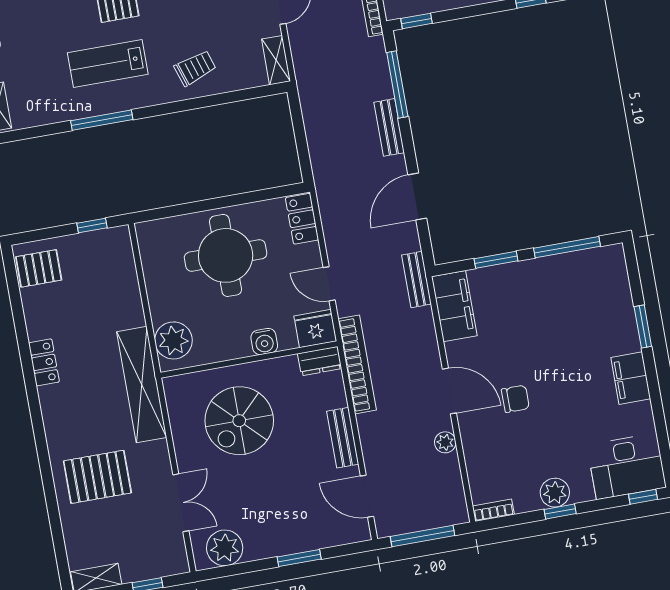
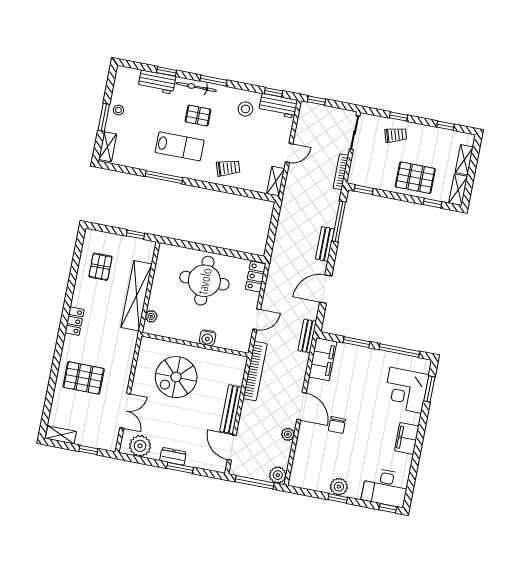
lab bench: (108, 64) -> (180, 146), turned 180
pallet: (39, 268) -> (100, 267), moved, turned 90
door: (329, 284) -> (257, 319), swing flipped
corner desk: (601, 304) -> (406, 390), added
window: (643, 327) -> (429, 389), moved
fridge: (315, 329) -> (239, 342), removed
plant: (173, 340) -> (151, 316), width x0.53, depth x0.53
dresser: (320, 361) -> (173, 456), moved, turned 180
locker: (44, 362) -> (74, 321), moved
shelving: (142, 385) -> (136, 296), moved
chair: (515, 399) -> (337, 425), turned 90
bench: (343, 438) -> (231, 409), width x1.36
bookcase: (493, 510) -> (300, 483), removed
plant: (454, 511) -> (278, 475), added

